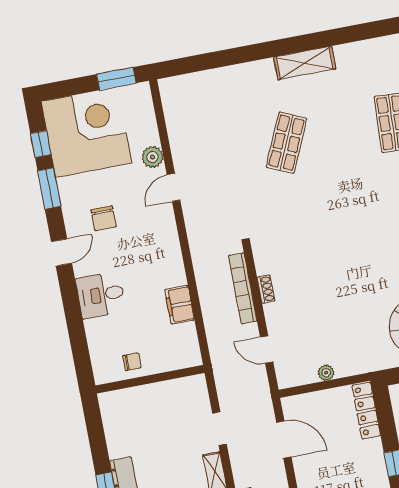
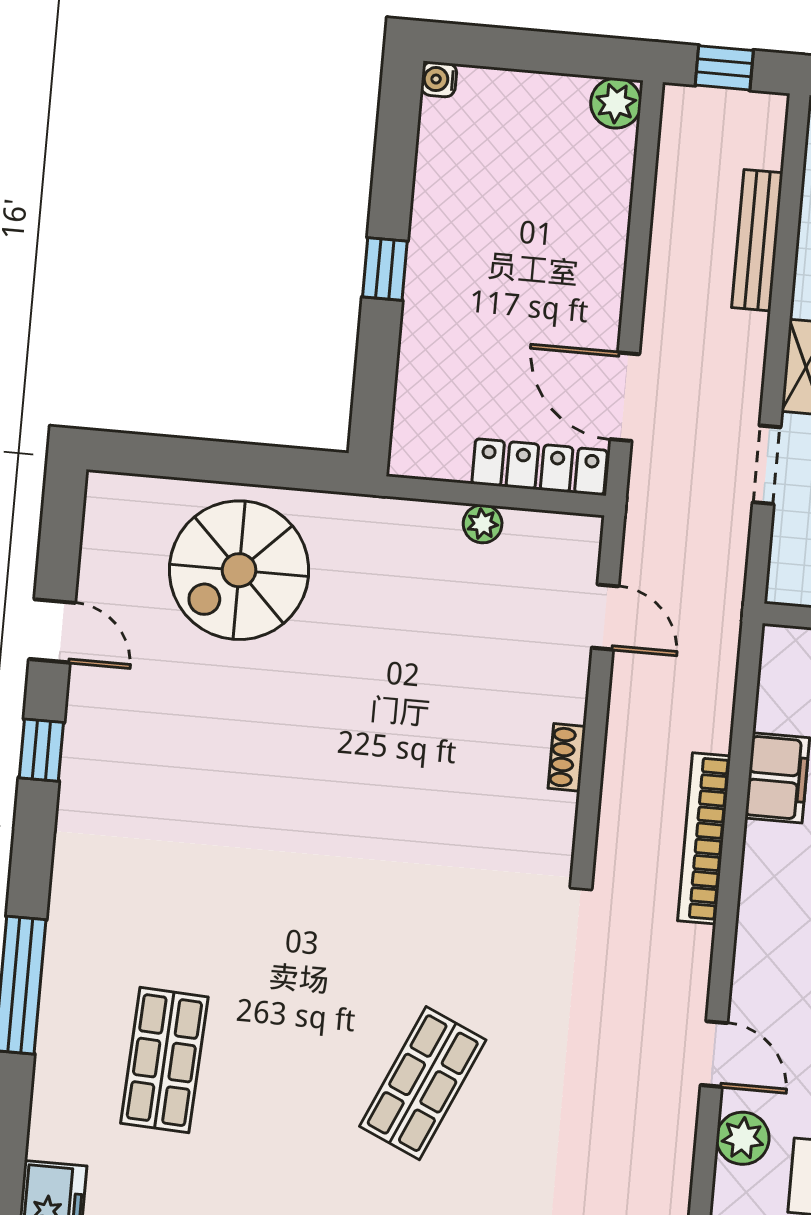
door: (174, 187) -> (714, 1054), hinge flipped
bookcase: (243, 288) -> (704, 838), moved, turned 180
locker: (366, 411) -> (540, 467), moved, turned -90

